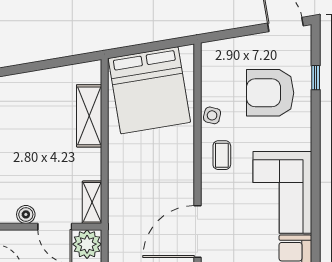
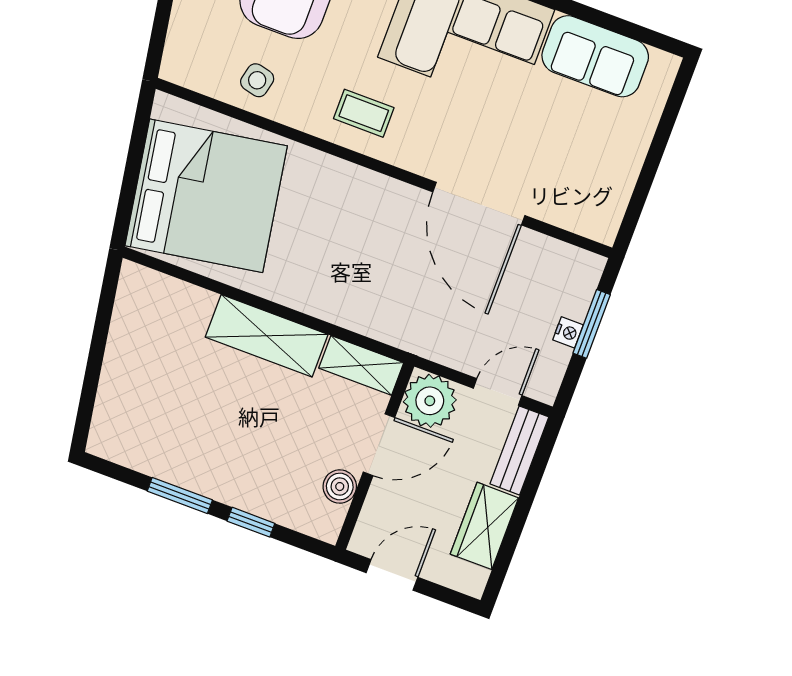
side table: (212, 115) -> (257, 80), moved
shelving: (89, 116) -> (267, 336), moved

